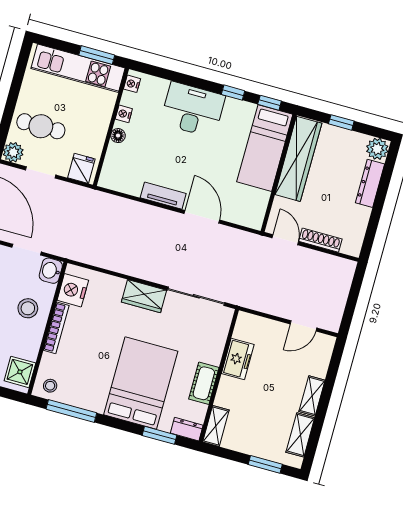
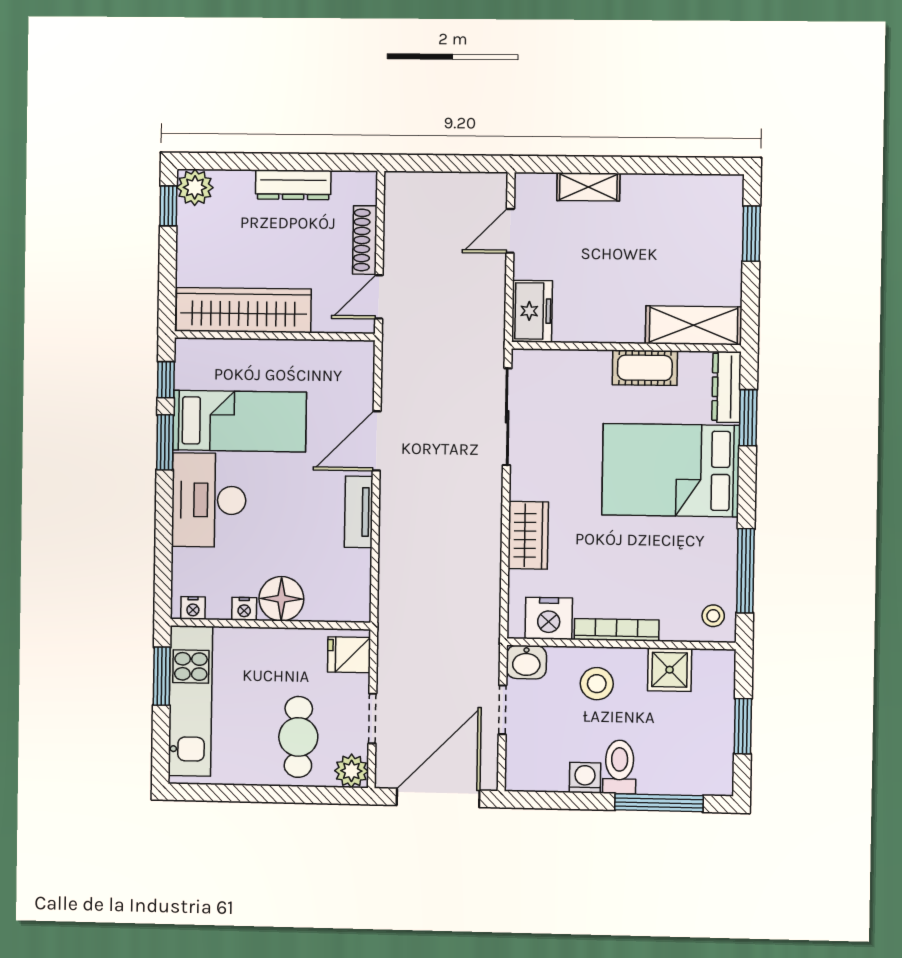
window: (233, 93) -> (165, 442), width x1.50
window: (341, 122) -> (168, 206), moved
floor lamp: (118, 136) -> (281, 599), width x1.89, depth x1.89
bed: (265, 148) -> (240, 421), moved
dresser: (370, 183) -> (293, 185), moved
wardrobe: (144, 296) -> (528, 535), moved
door: (304, 326) -> (510, 231), swing flipped
freezer: (238, 359) -> (532, 311), moved, turned 90
shower: (20, 372) -> (670, 670), moved
shelving: (312, 396) -> (588, 187), moved
shelving: (216, 426) -> (694, 325), width x1.50, depth x1.33
dresser: (187, 429) -> (726, 387), width x1.44
shelving: (300, 435) -> (689, 189), removed

